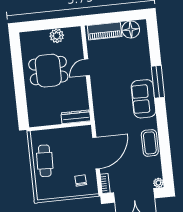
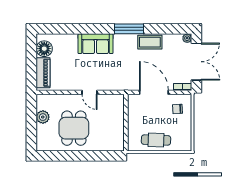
door: (87, 67) -> (90, 92), moved
window: (158, 82) -> (129, 29), moved
sofa: (144, 99) -> (96, 44), moved
dresser: (76, 117) -> (119, 107), removed

